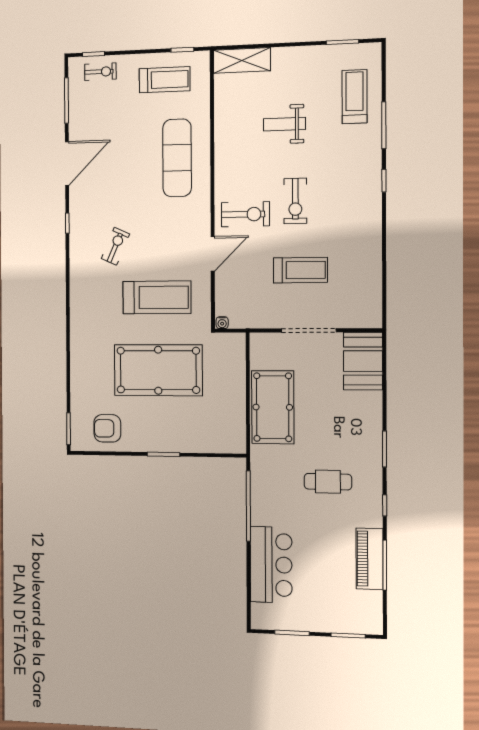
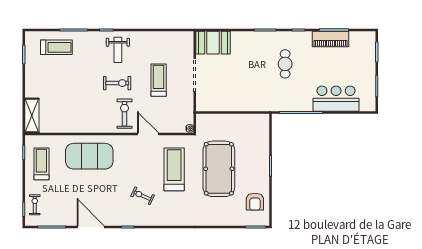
treadmill: (355, 97) -> (56, 47), turned 180
weight bench: (284, 124) -> (118, 50), moved
exercise mat: (177, 158) -> (89, 156), width x1.47
pool table: (273, 407) -> (241, 97), removed

